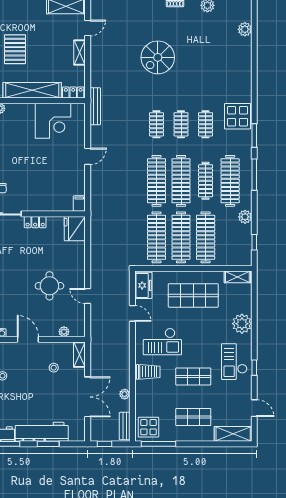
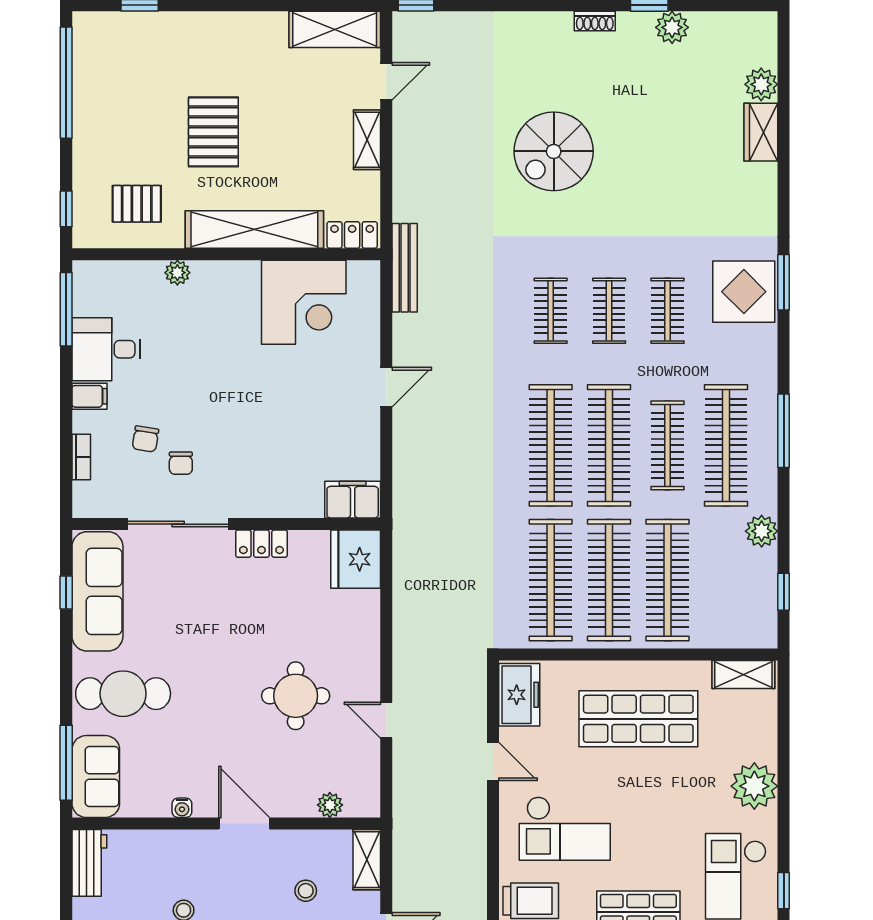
wardrobe: (245, 49) -> (761, 132), added
window: (254, 136) -> (784, 282), moved
filing cabinet: (79, 204) -> (353, 500), width x2.00

